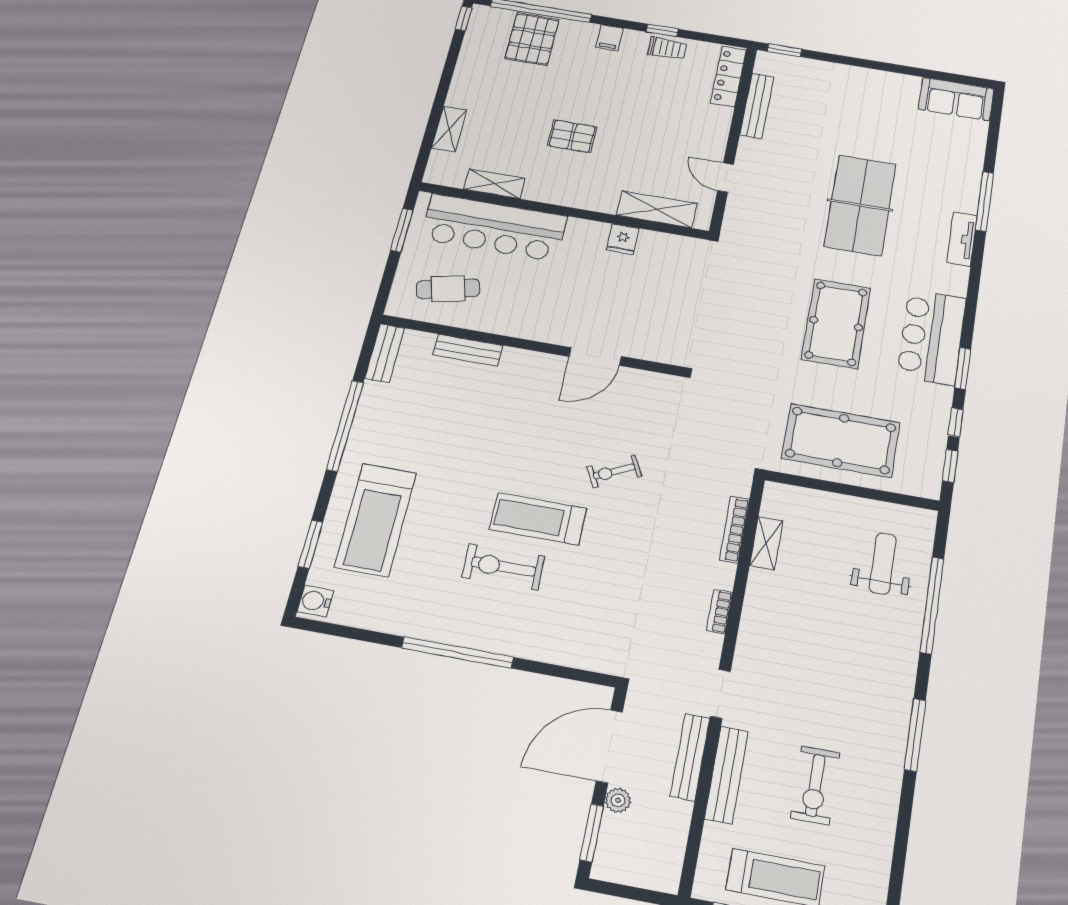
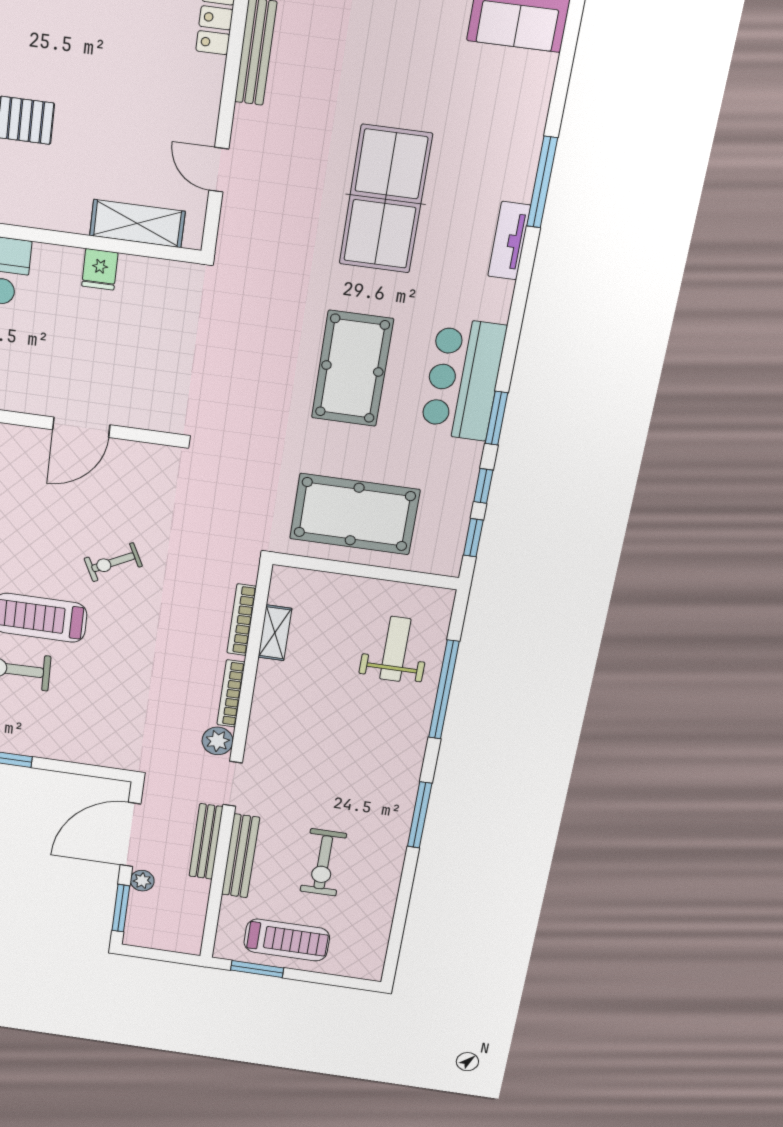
bookcase: (720, 612) -> (231, 693), width x1.56
plant: (707, 648) -> (218, 741), added

